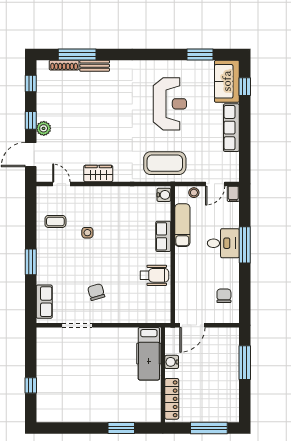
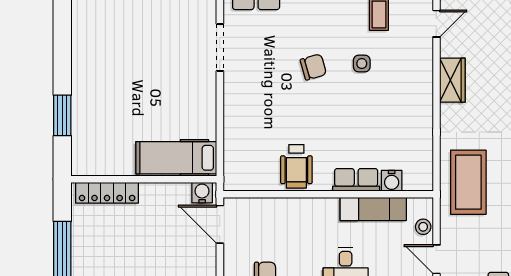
water cooler: (164, 195) -> (392, 181), moved
chair: (96, 292) -> (313, 67), moved
water cooler: (172, 362) -> (202, 193), moved

